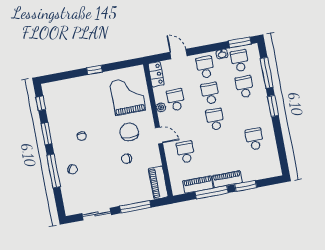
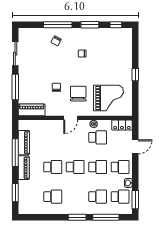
chair: (129, 132) -> (78, 94), turned -90
school desk: (186, 152) -> (53, 167), moved
window: (246, 186) -> (15, 193), moved

